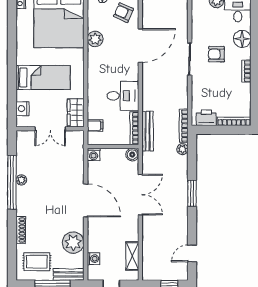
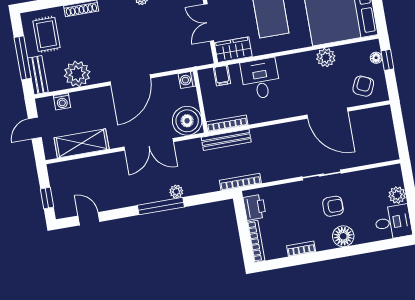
floor lamp: (242, 39) -> (343, 236), moved
armchair: (216, 54) -> (333, 206), turned 90
bookcase: (246, 71) -> (301, 249), moved
desk: (123, 96) -> (260, 79), moved, turned 180
plant: (182, 149) -> (176, 191), moved
boiler: (132, 155) -> (187, 121), width x1.86, depth x1.86
window: (192, 193) -> (161, 206), width x1.44
shelving: (132, 256) -> (82, 143), width x1.50, depth x1.33

